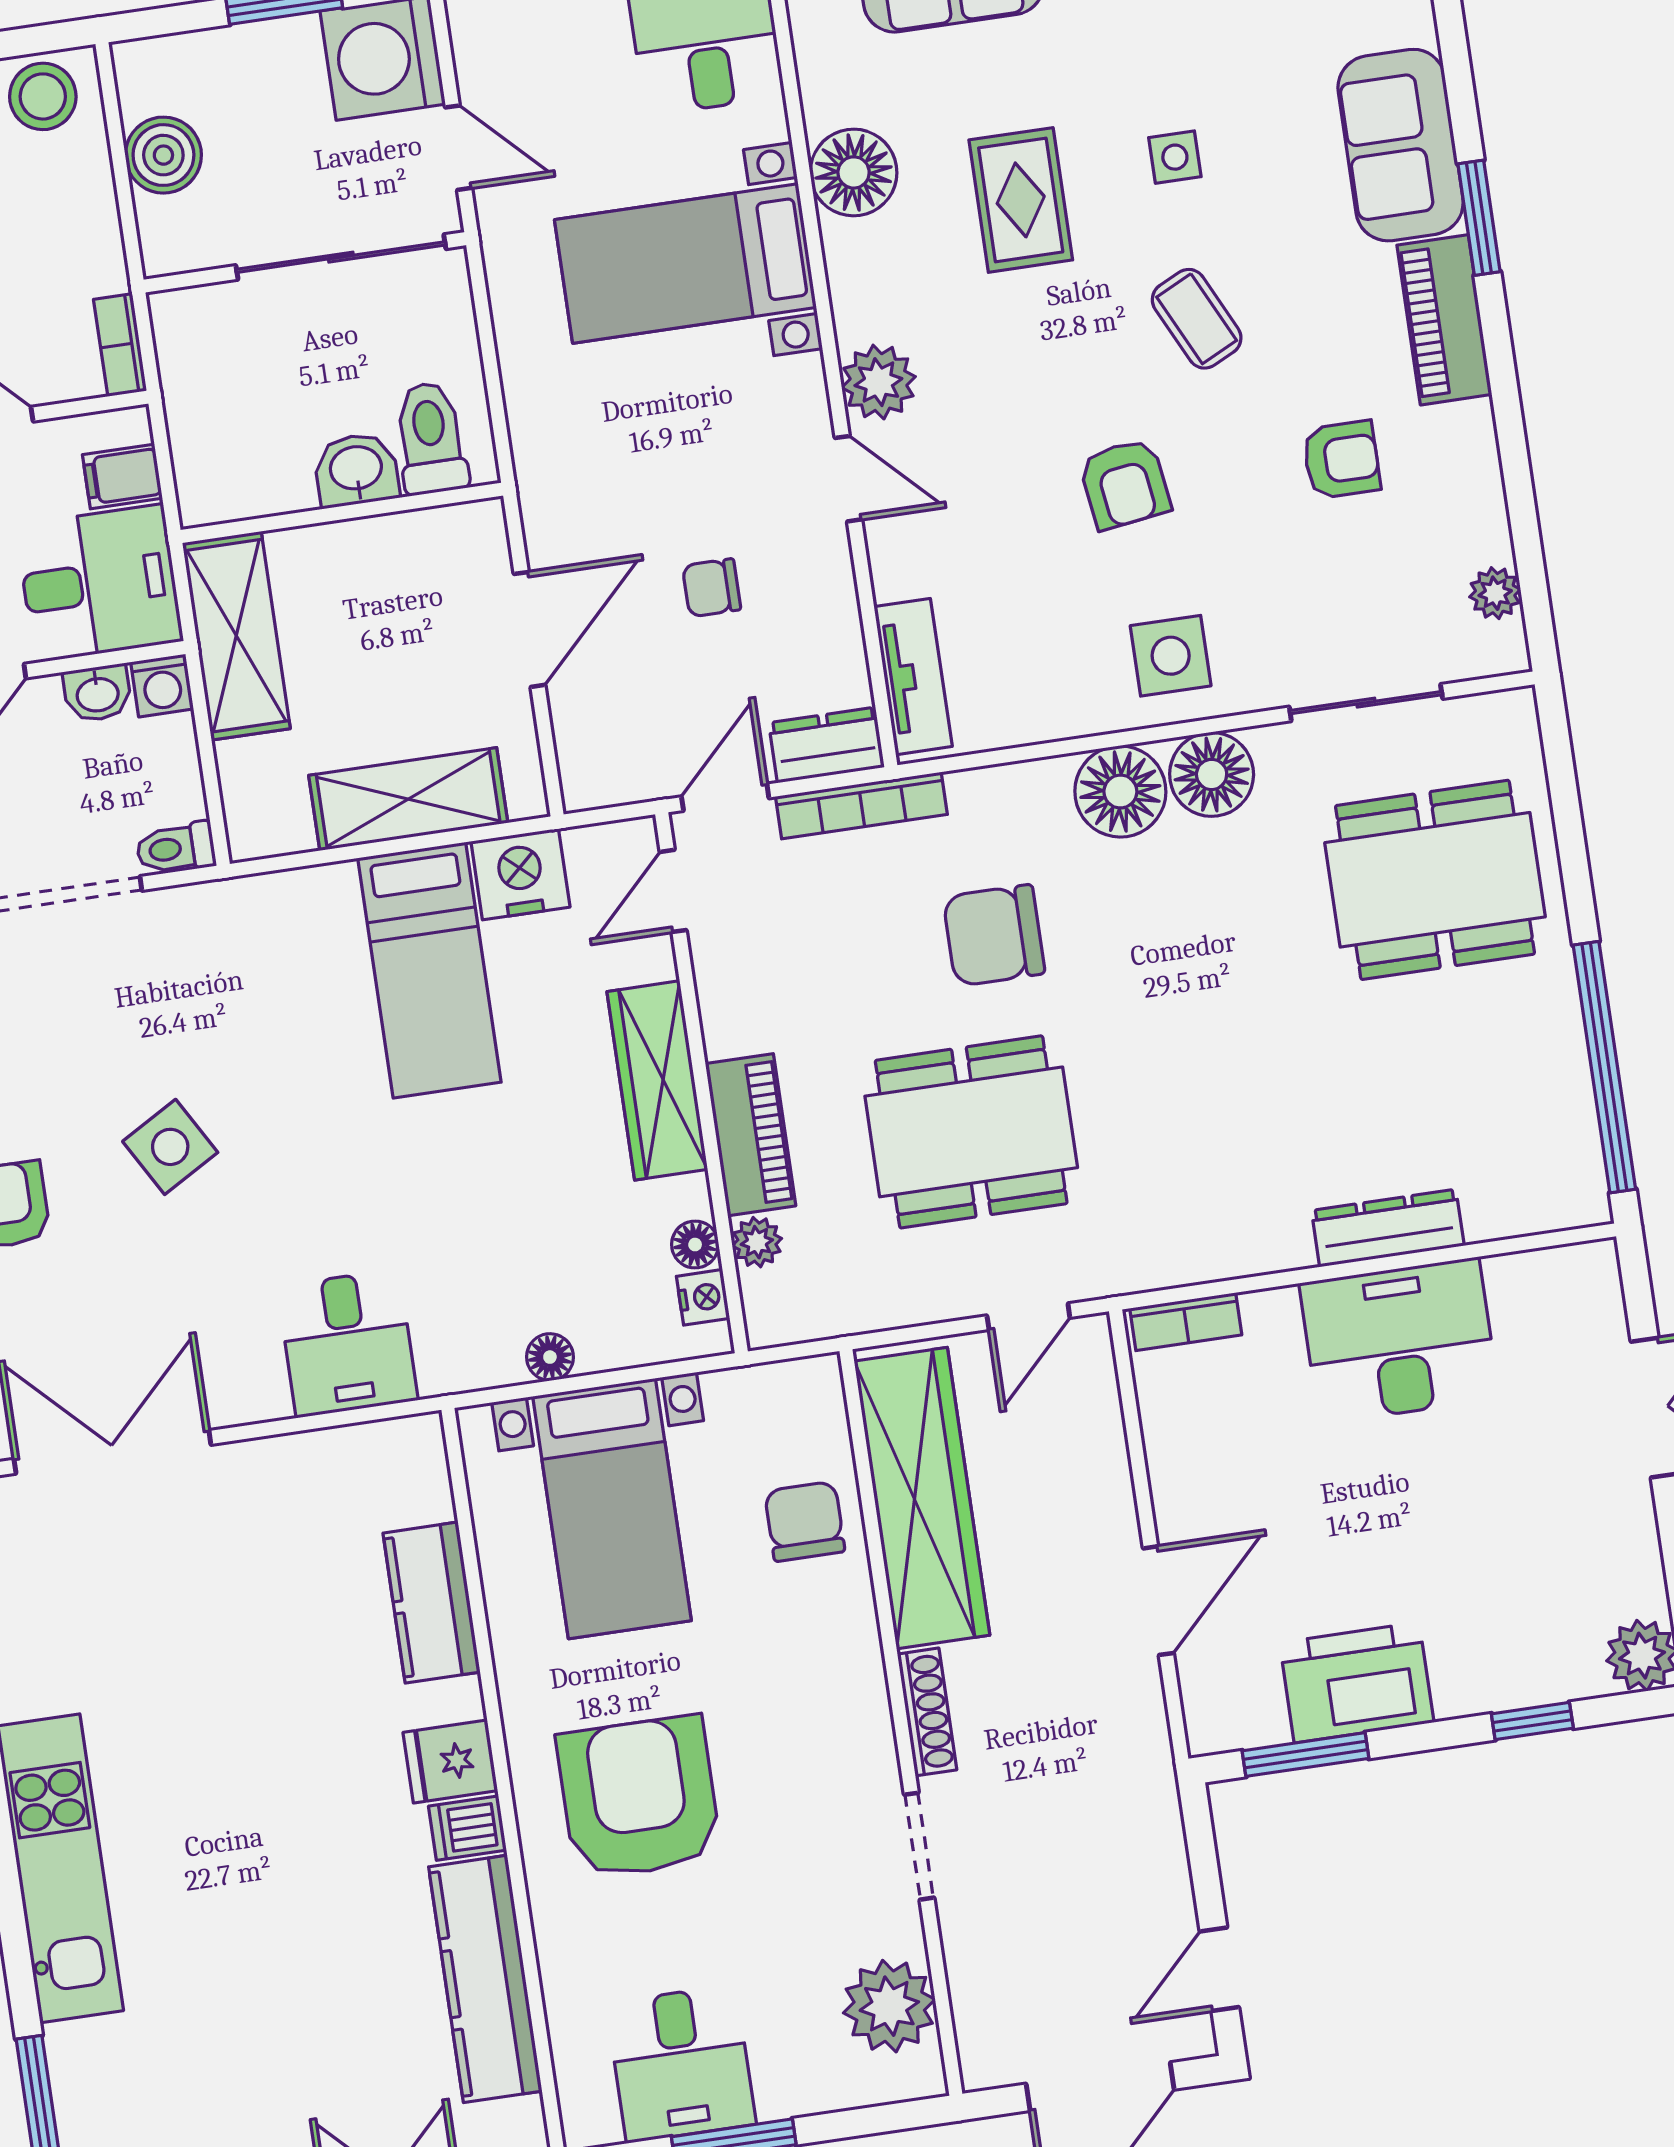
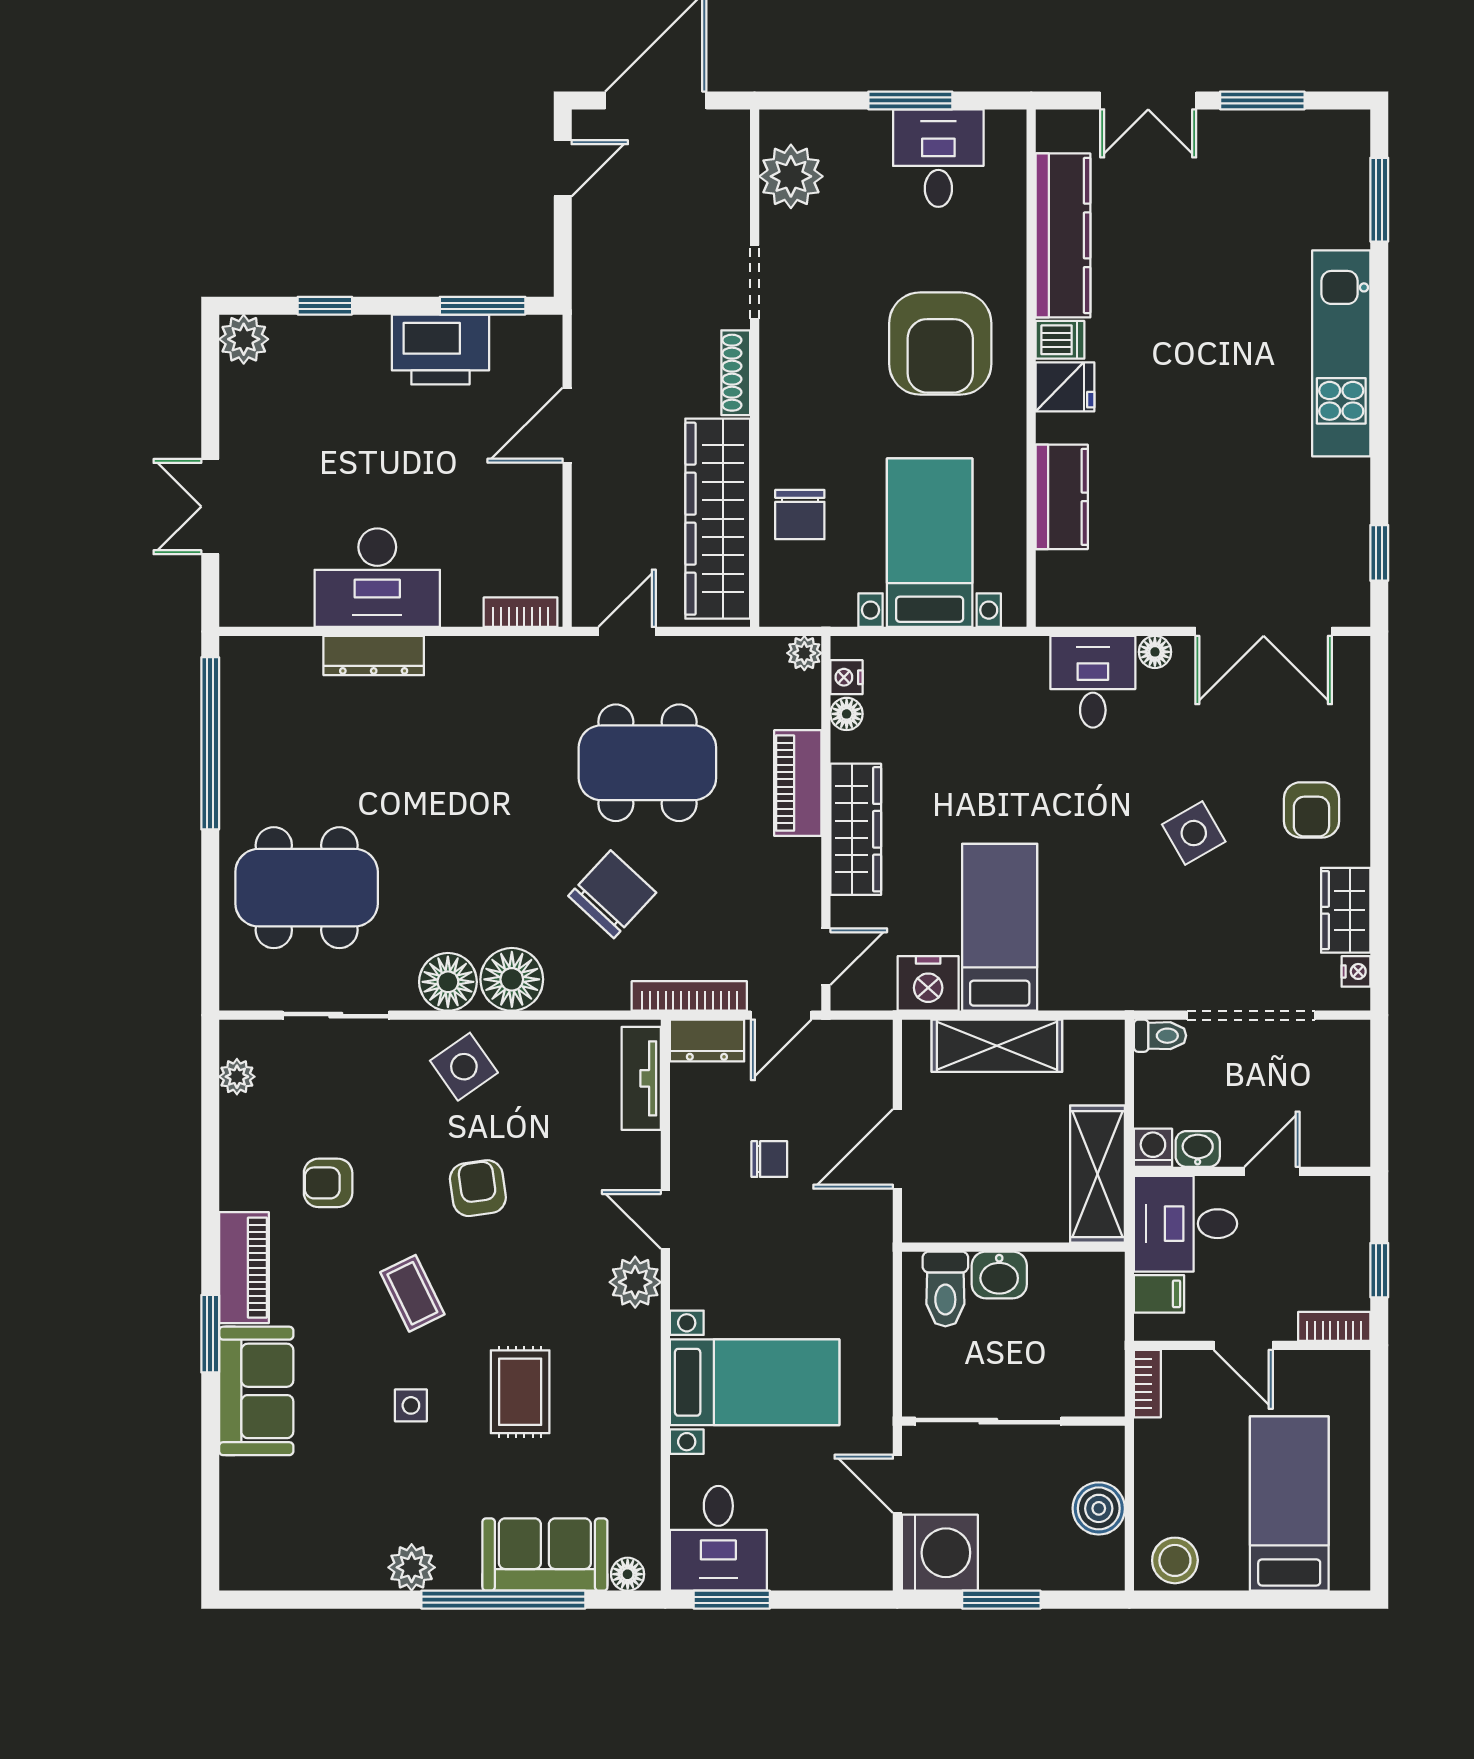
floor lamp: (854, 172) -> (631, 1427), removed
side table: (1171, 656) -> (464, 1067), turned -35
chair: (994, 935) -> (612, 894), turned -47
plant: (757, 1242) -> (804, 653), moved
floor lamp: (550, 1357) -> (1155, 652), moved

